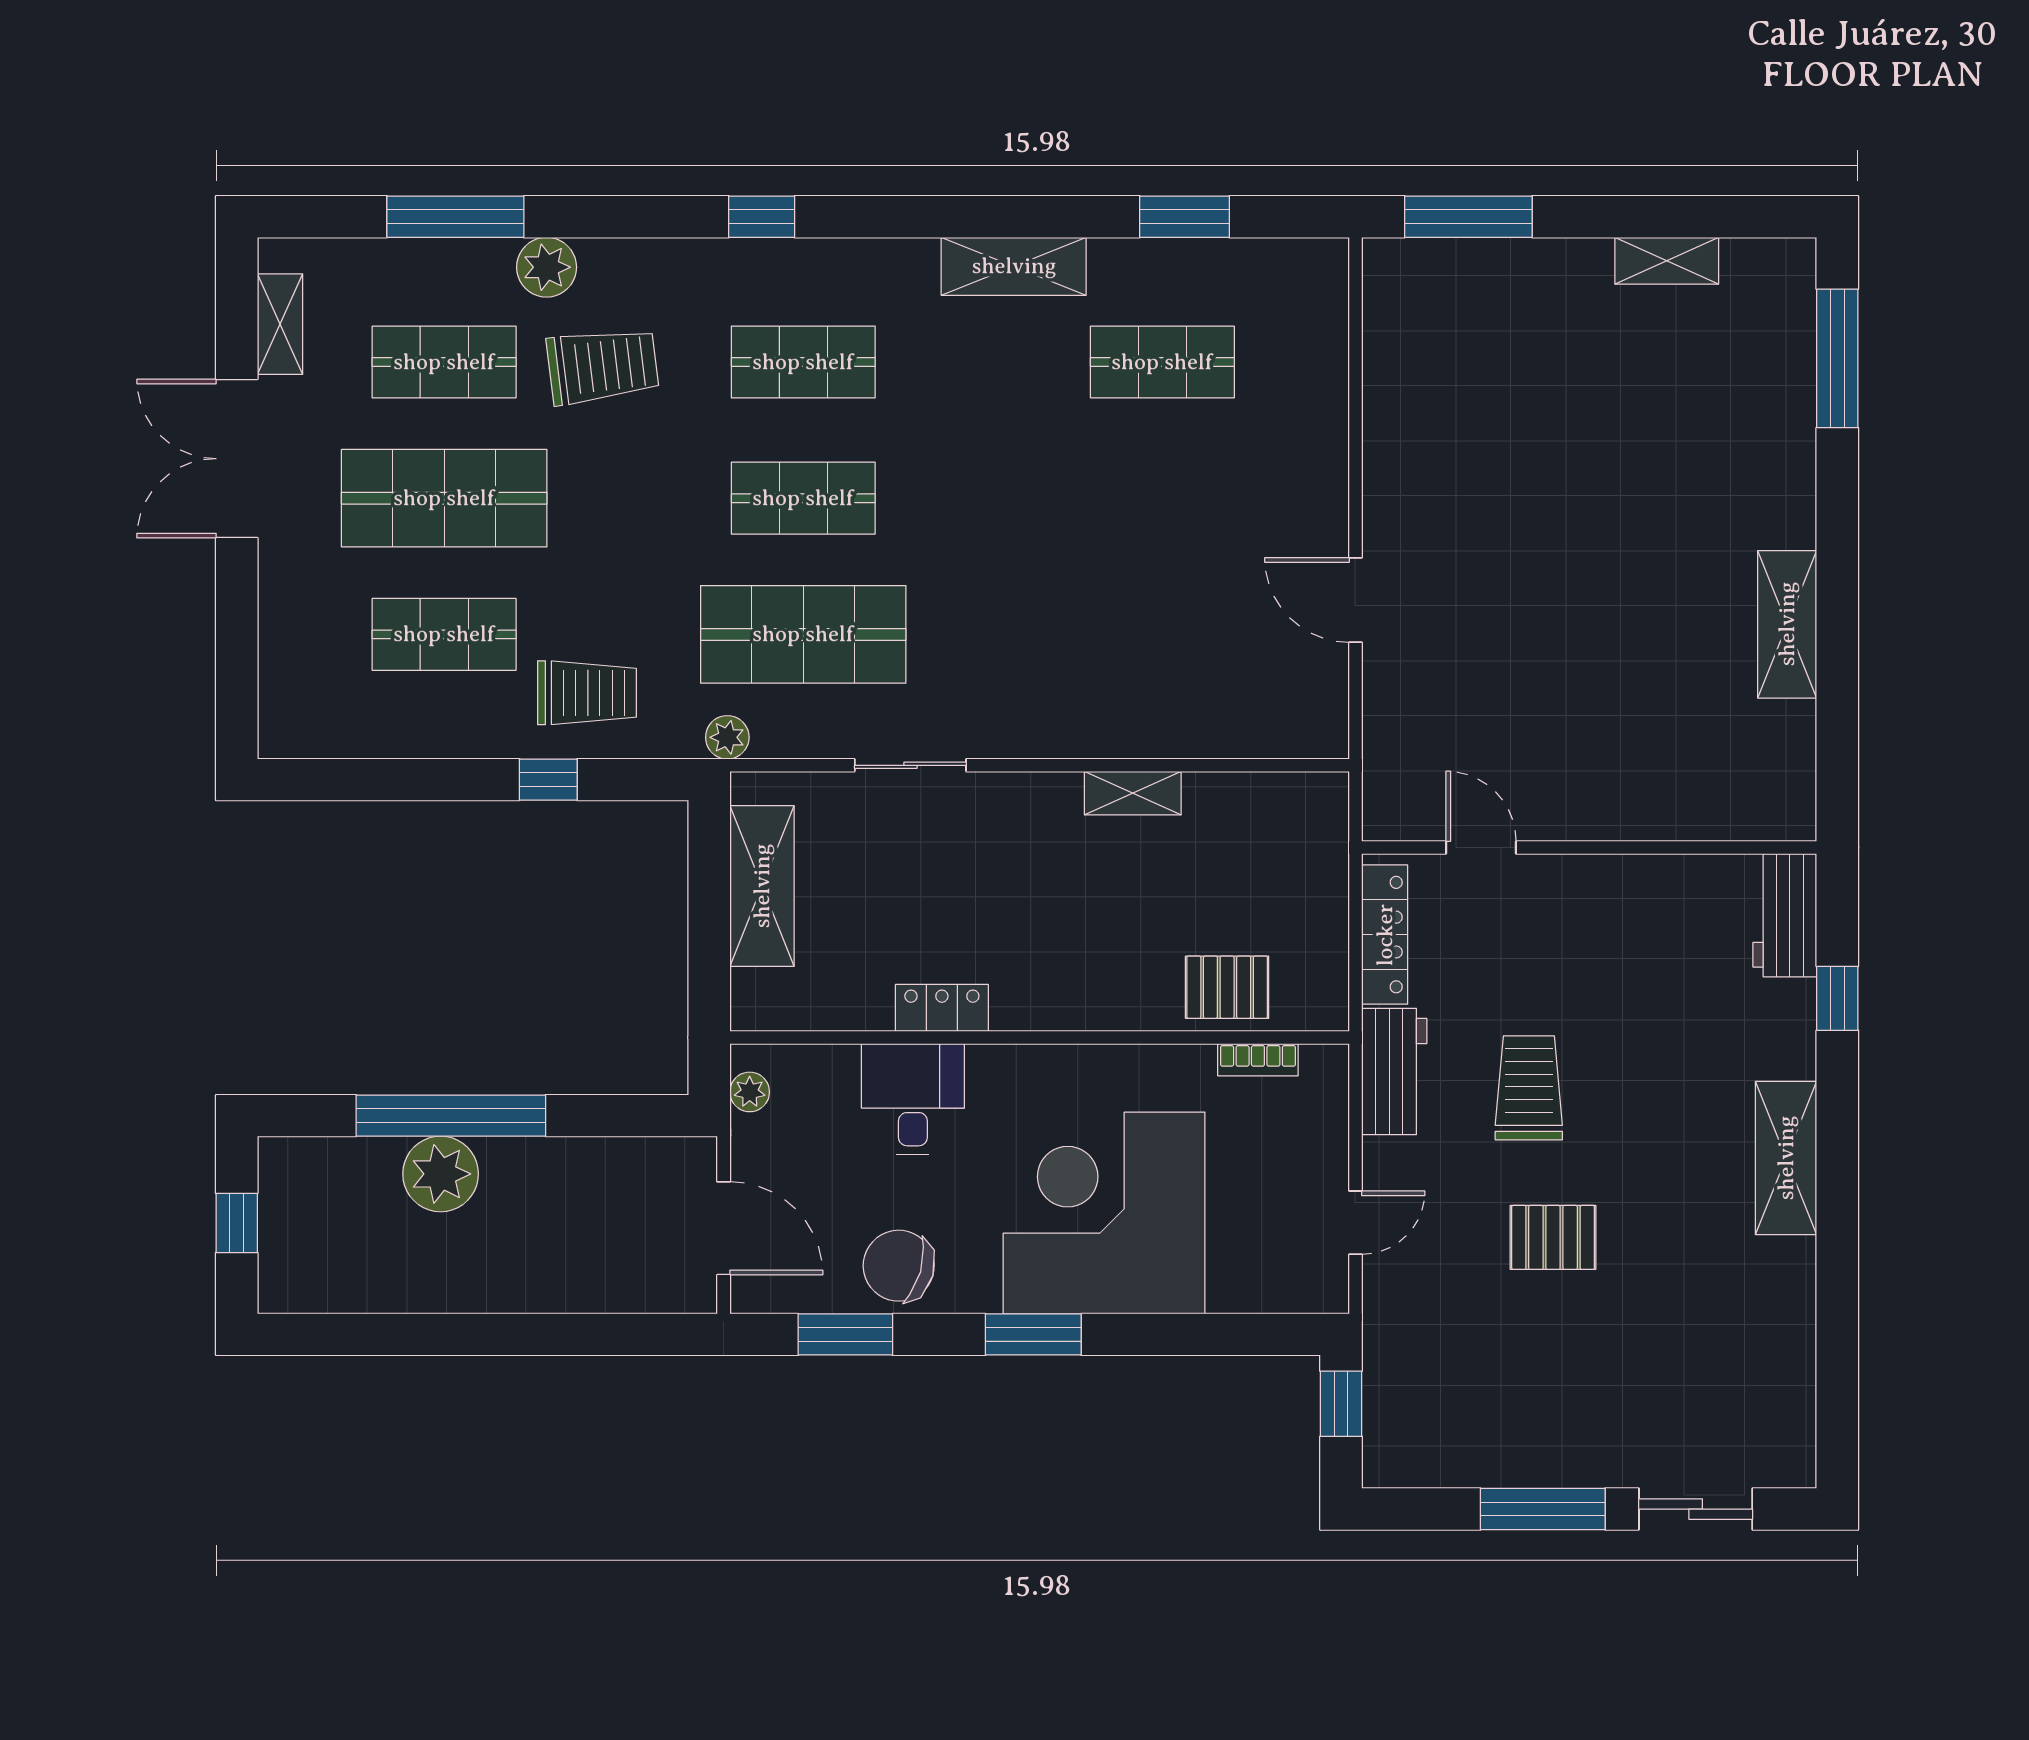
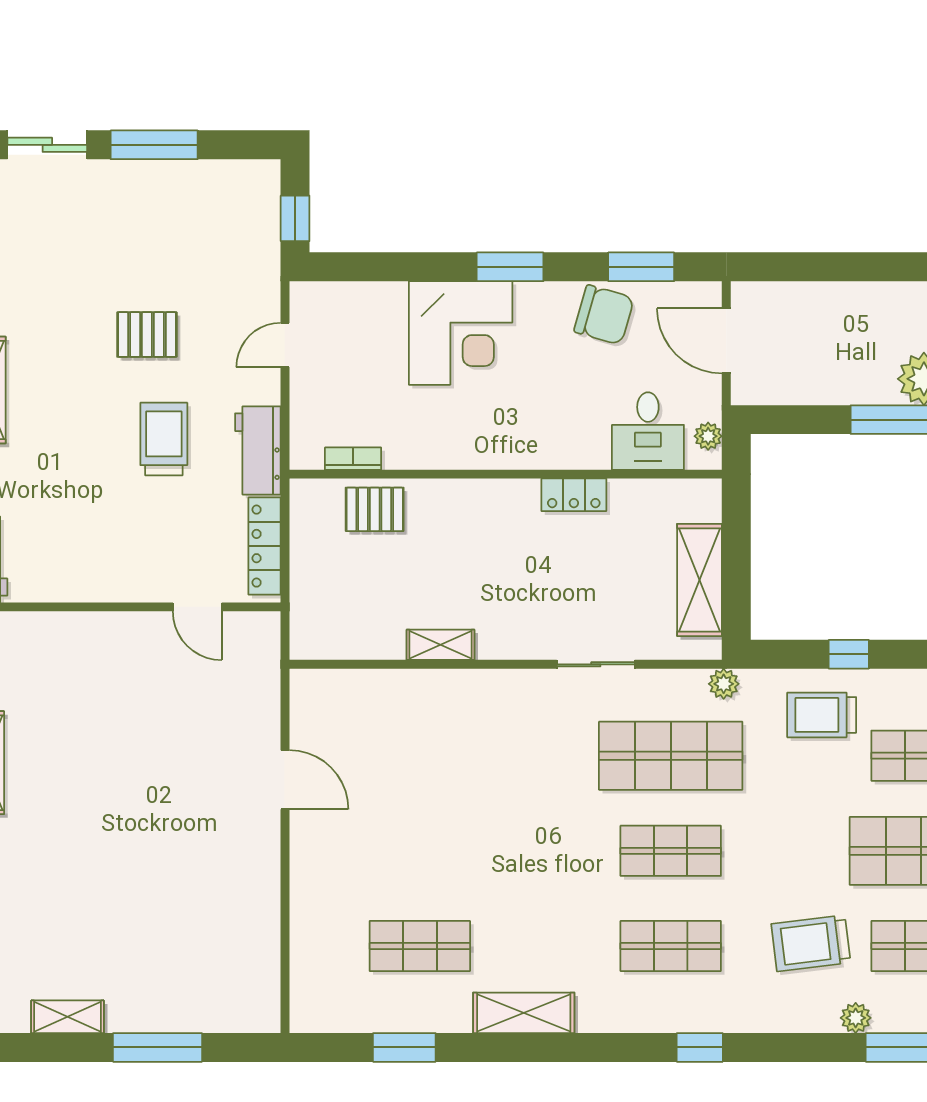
window: (1468, 217) -> (157, 1047), moved
plant: (547, 267) -> (856, 1018), width x0.73, depth x0.73
trolley: (1529, 1088) -> (164, 439), turned 180
desk: (913, 1099) -> (648, 431), moved
corner desk: (1104, 1213) -> (461, 333), width x0.74, depth x0.74

